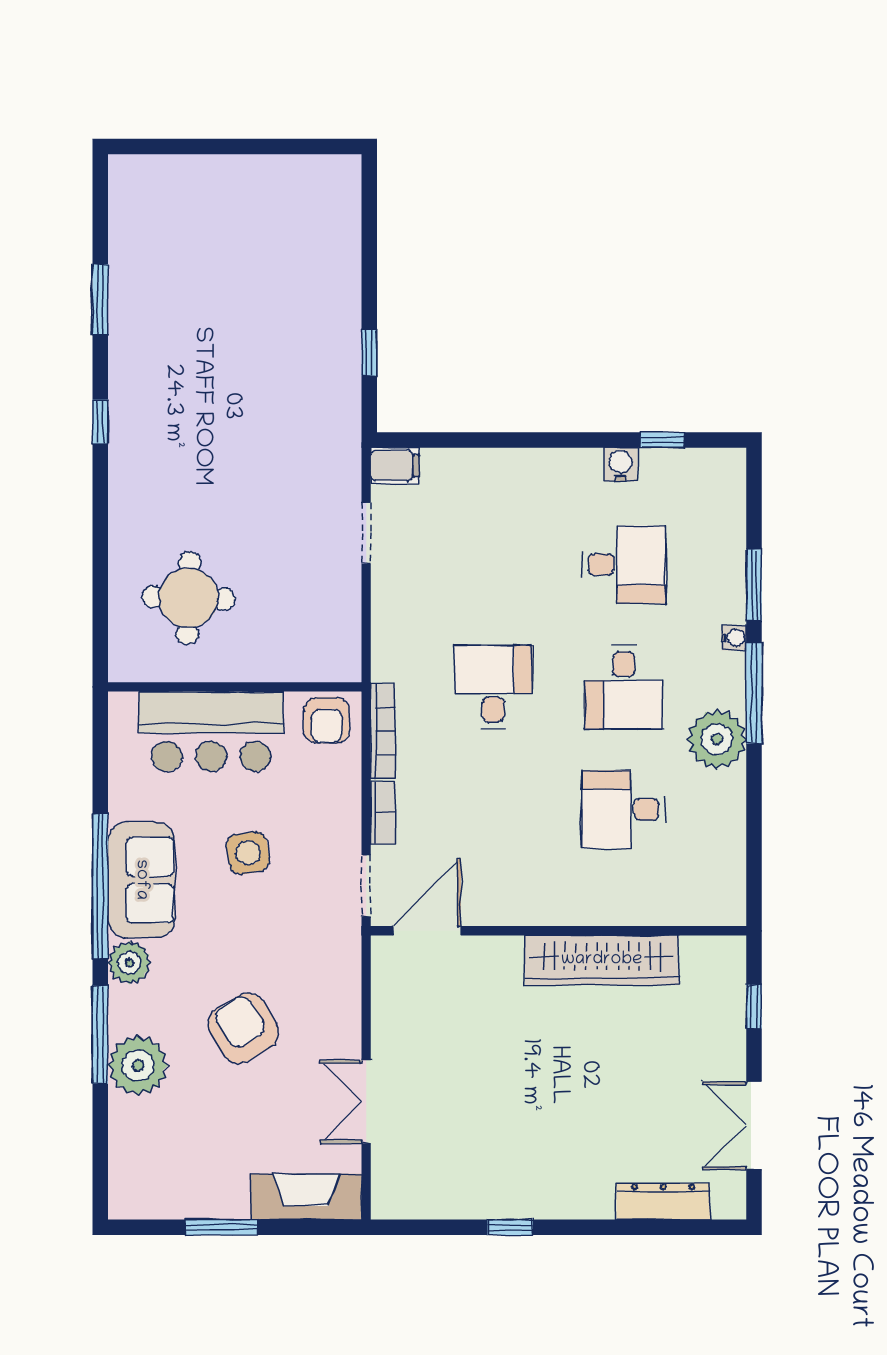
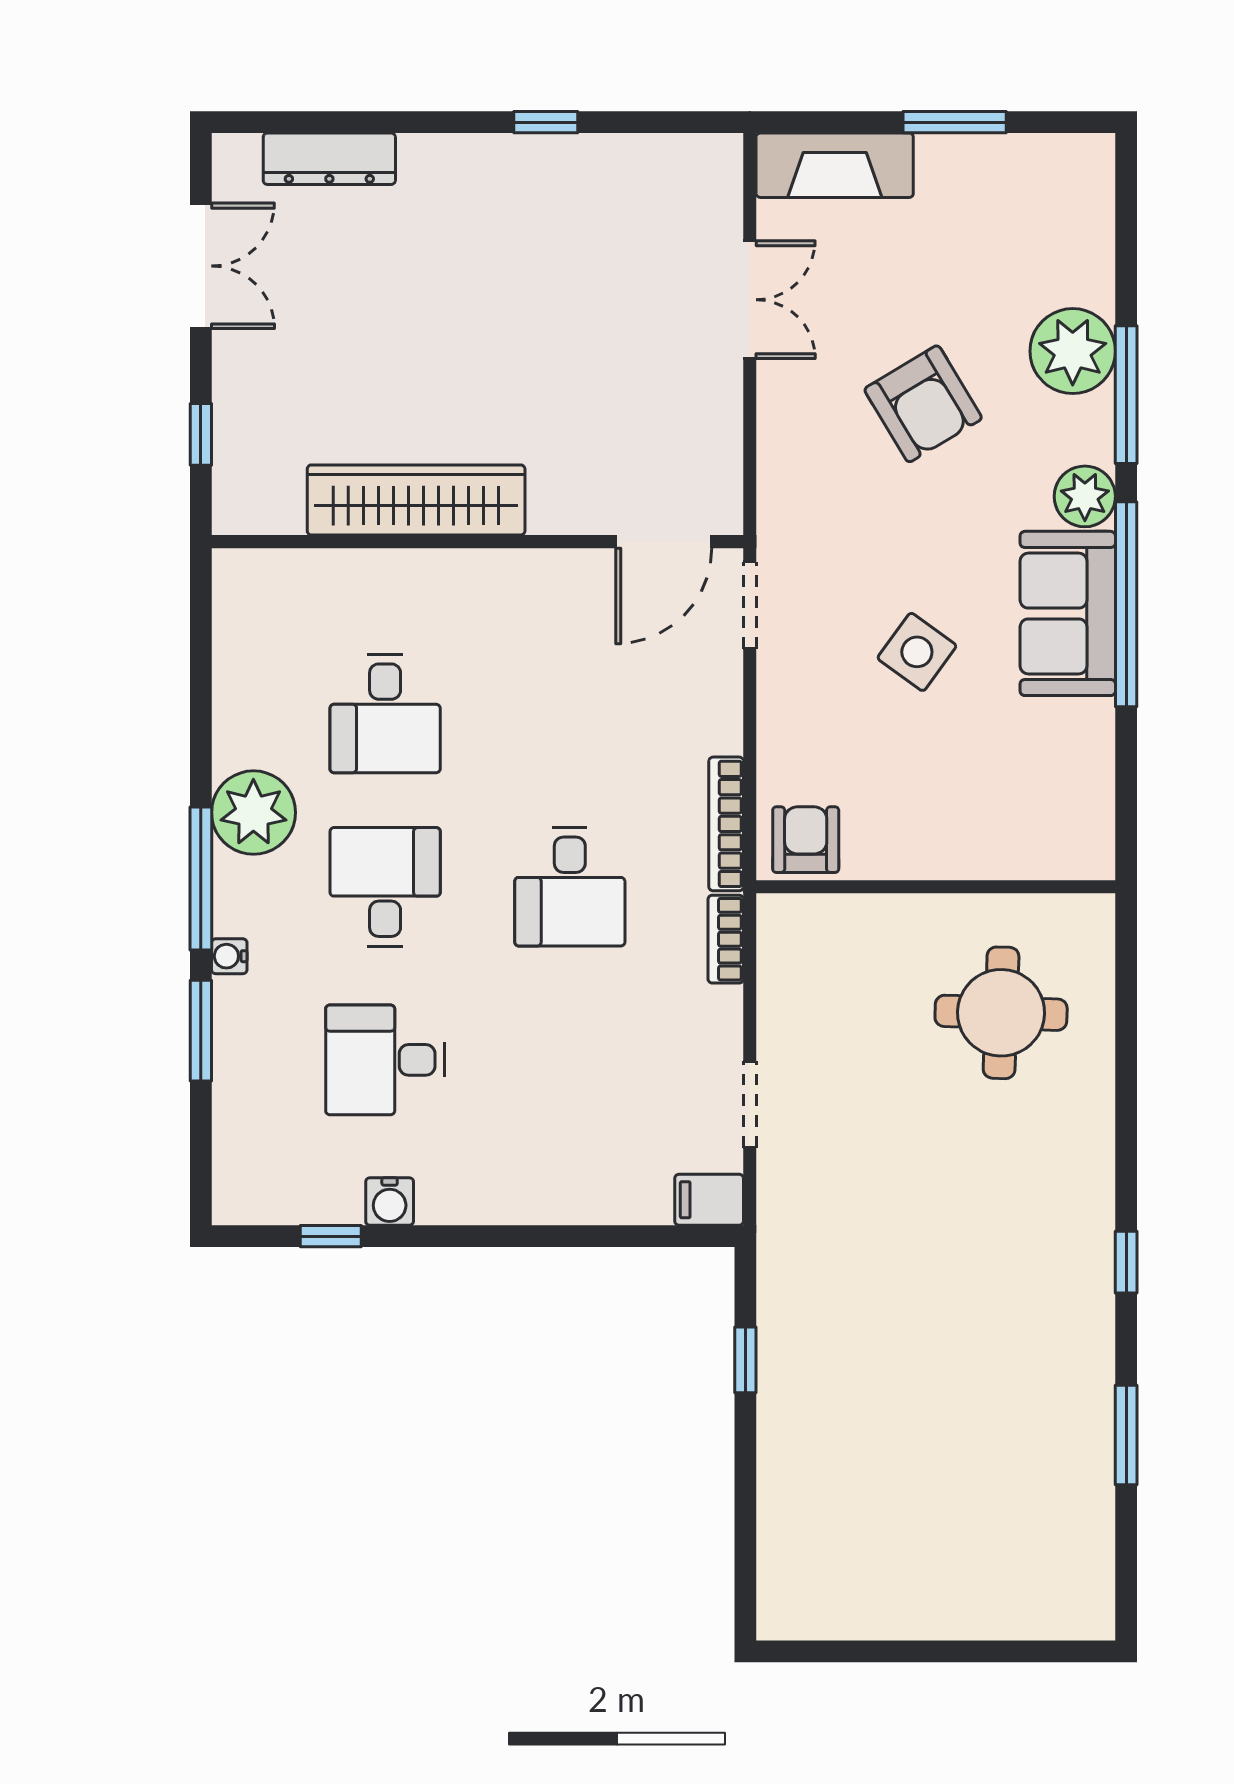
bar counter: (211, 732) -> (969, 824), removed
desk: (624, 809) -> (385, 714), turned 90
bookcase: (383, 813) -> (726, 939), moved
side table: (248, 853) -> (917, 652), turned 45

